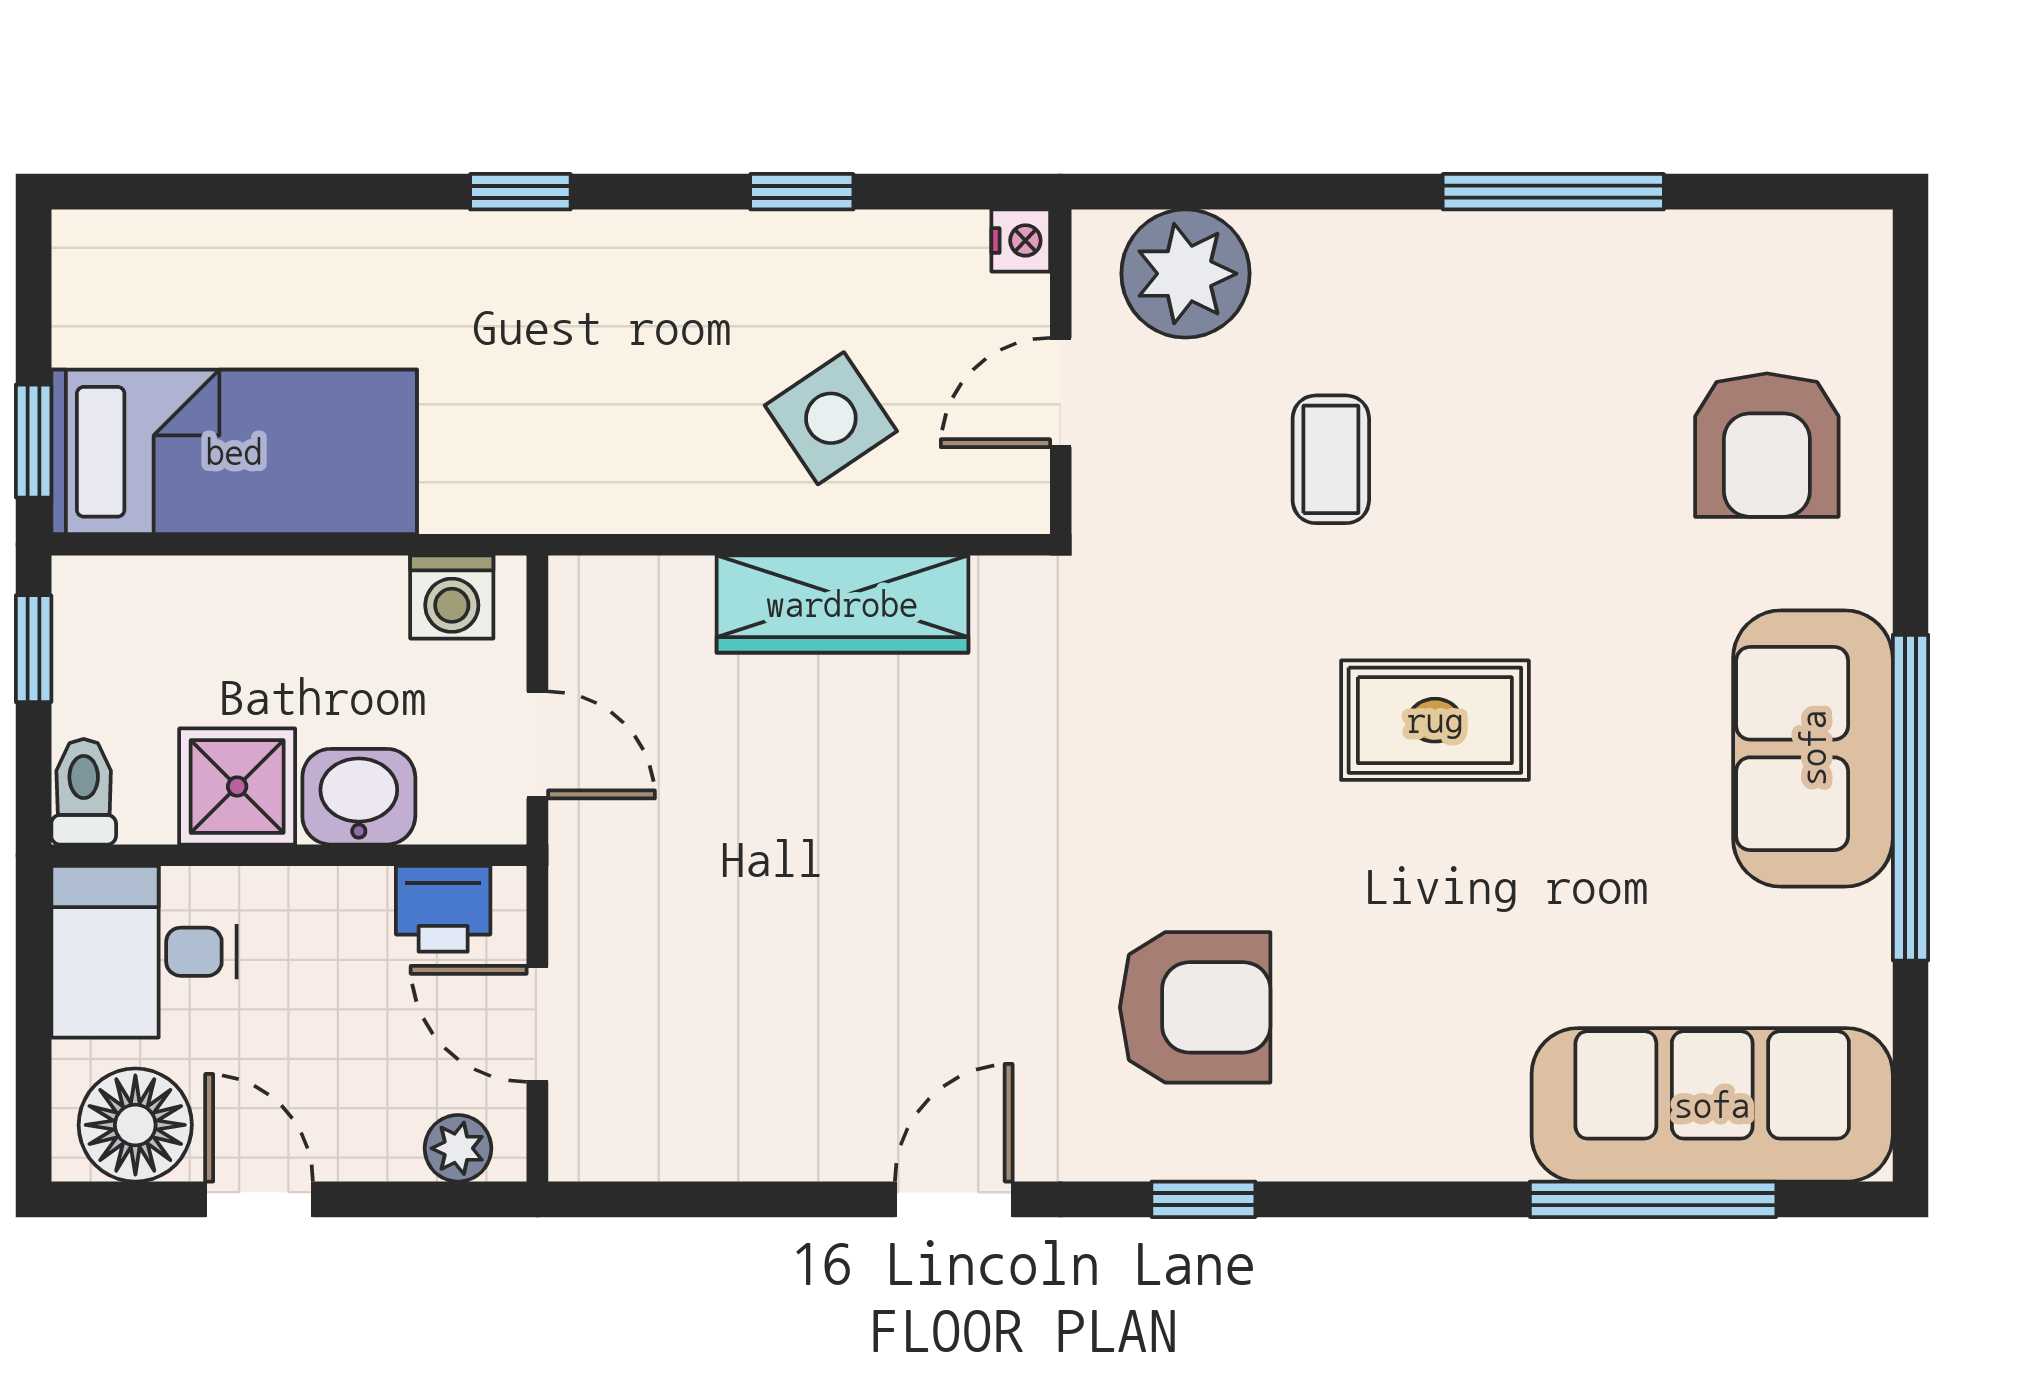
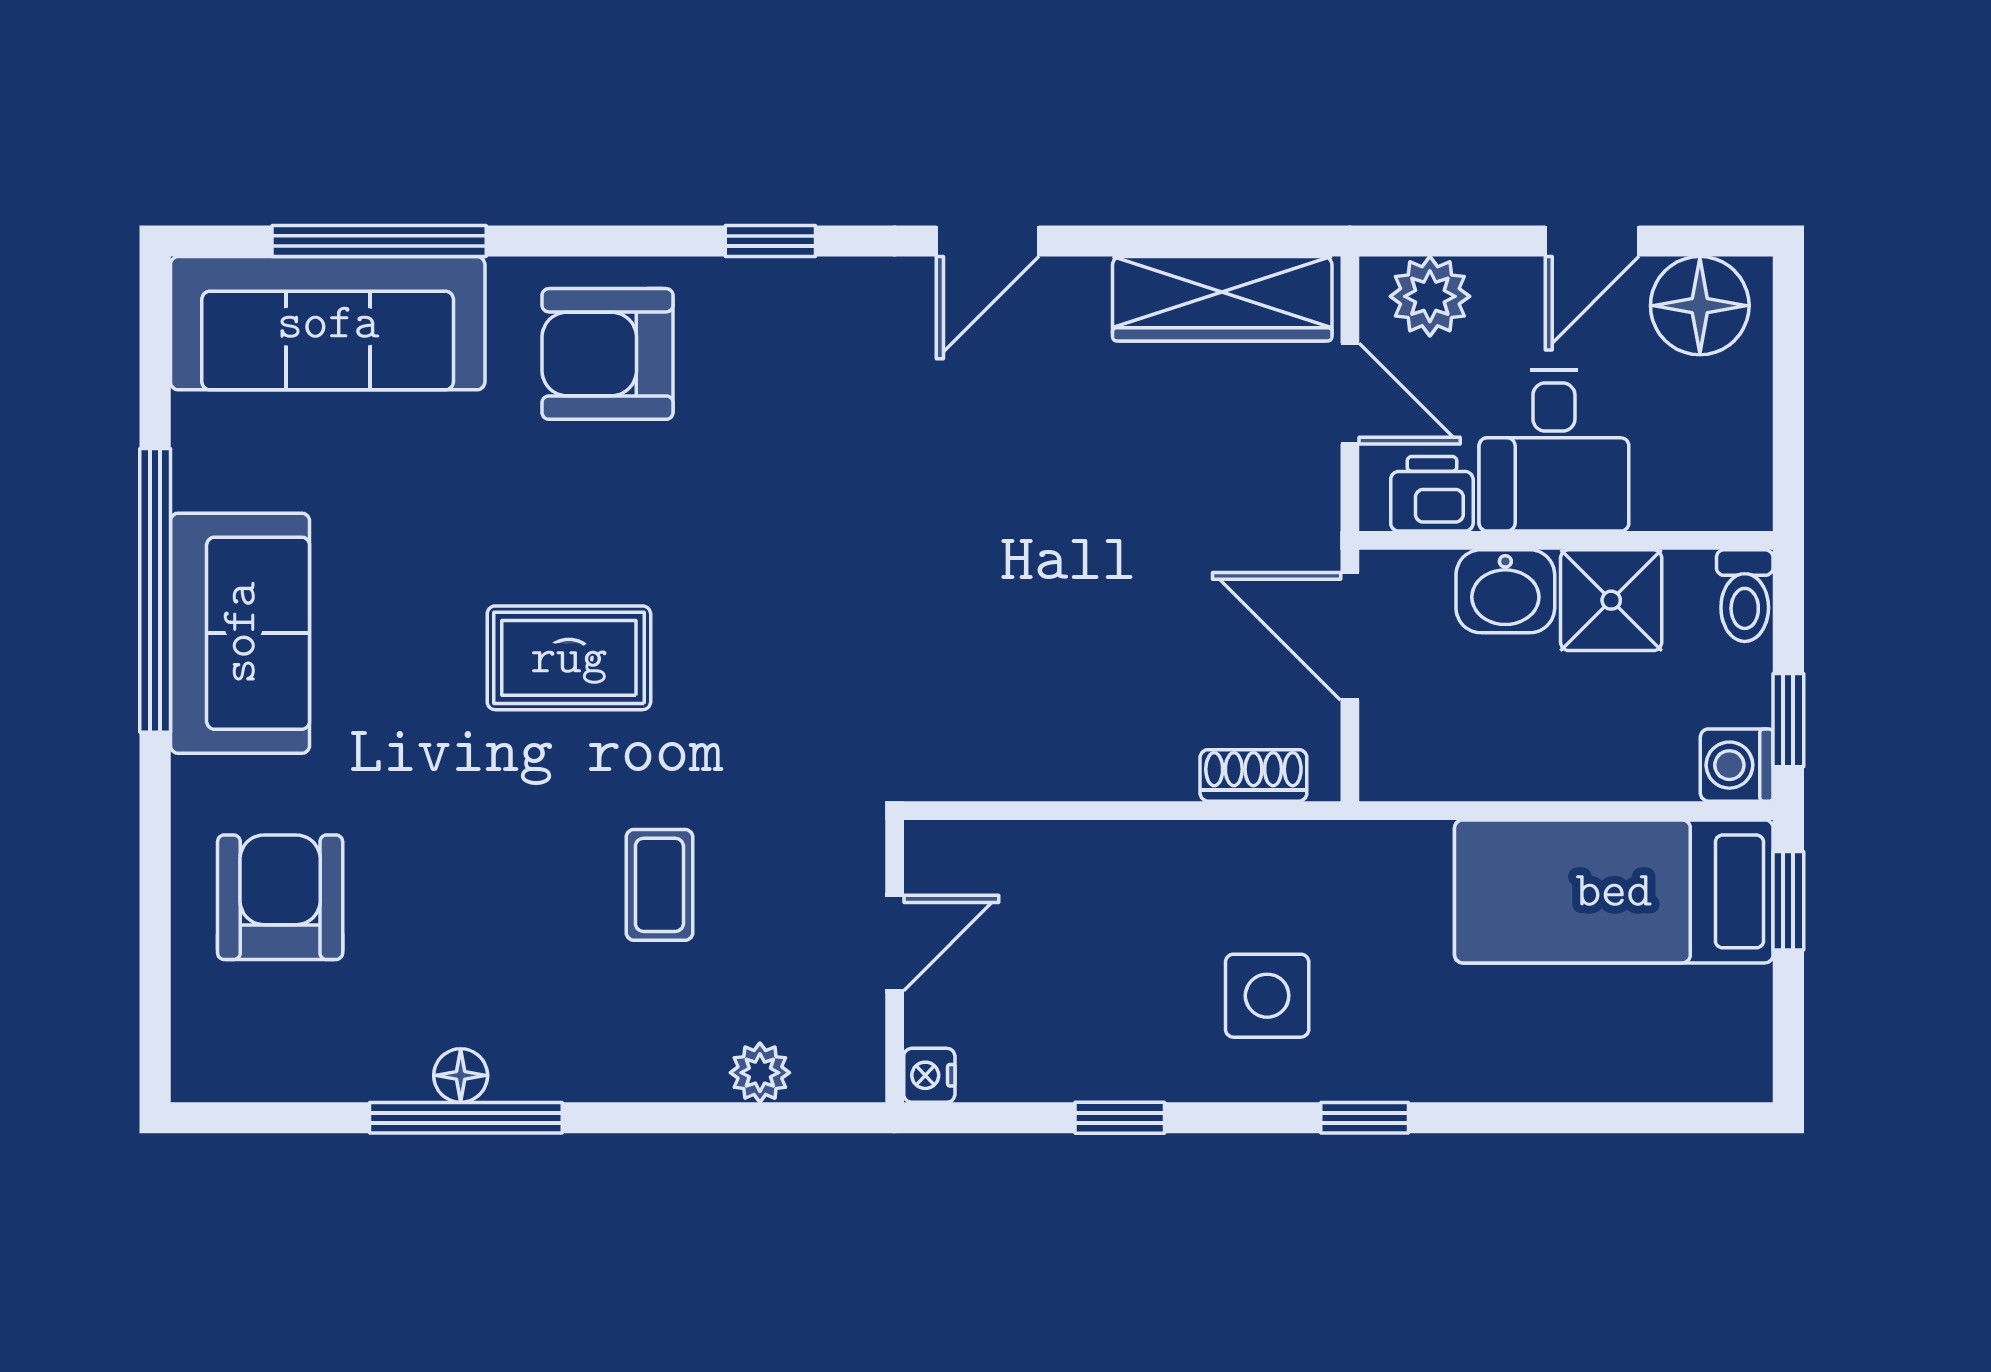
floor lamp: (1559, 240) -> (461, 1075), added
plant: (1186, 274) -> (760, 1073), width x0.53, depth x0.53
side table: (831, 418) -> (1267, 996), moved, turned 34
shoe rack: (648, 585) -> (1253, 775), added
washing machine: (452, 597) -> (1737, 765), moved, turned -90
wardrobe: (842, 604) -> (1222, 299), moved, turned 180
door: (537, 745) -> (1350, 636), width x1.38
desk: (144, 952) -> (1554, 451), moved, turned 90
armchair: (1195, 1007) -> (608, 354), moved
plant: (458, 1148) -> (1430, 296), width x1.38, depth x1.38
door: (259, 1199) -> (1592, 241), hinge flipped

